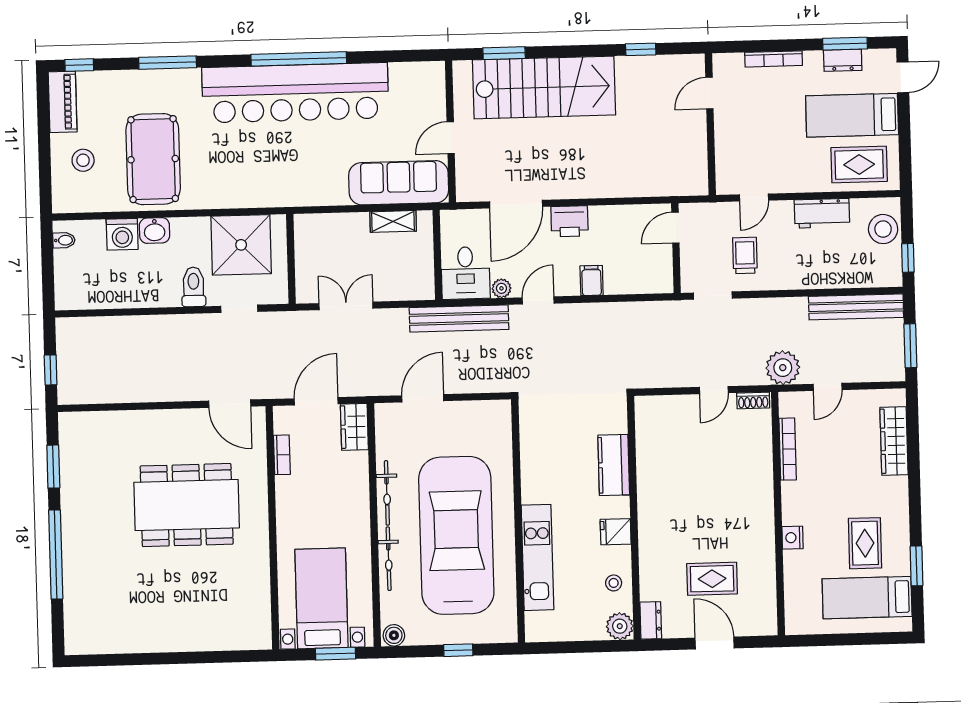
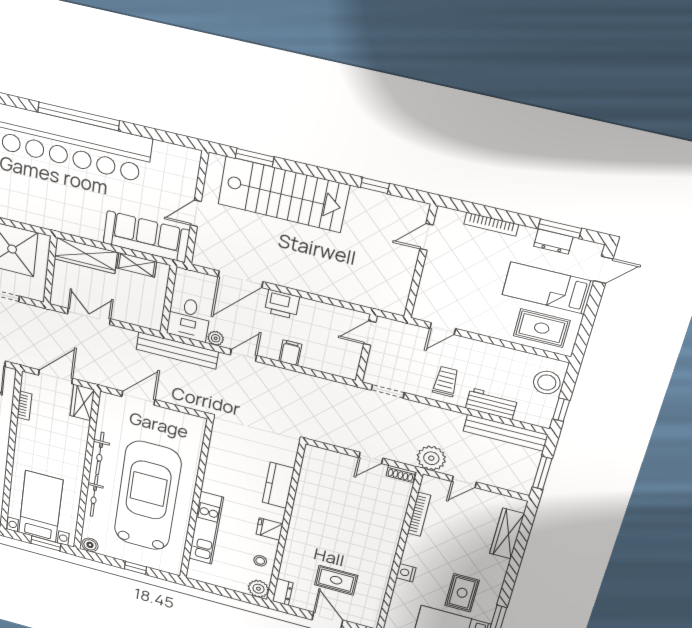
workbench: (822, 213) -> (491, 404), moved, turned 180
wardrobe: (331, 227) -> (86, 256), added
trolley: (745, 255) -> (446, 382), moved

